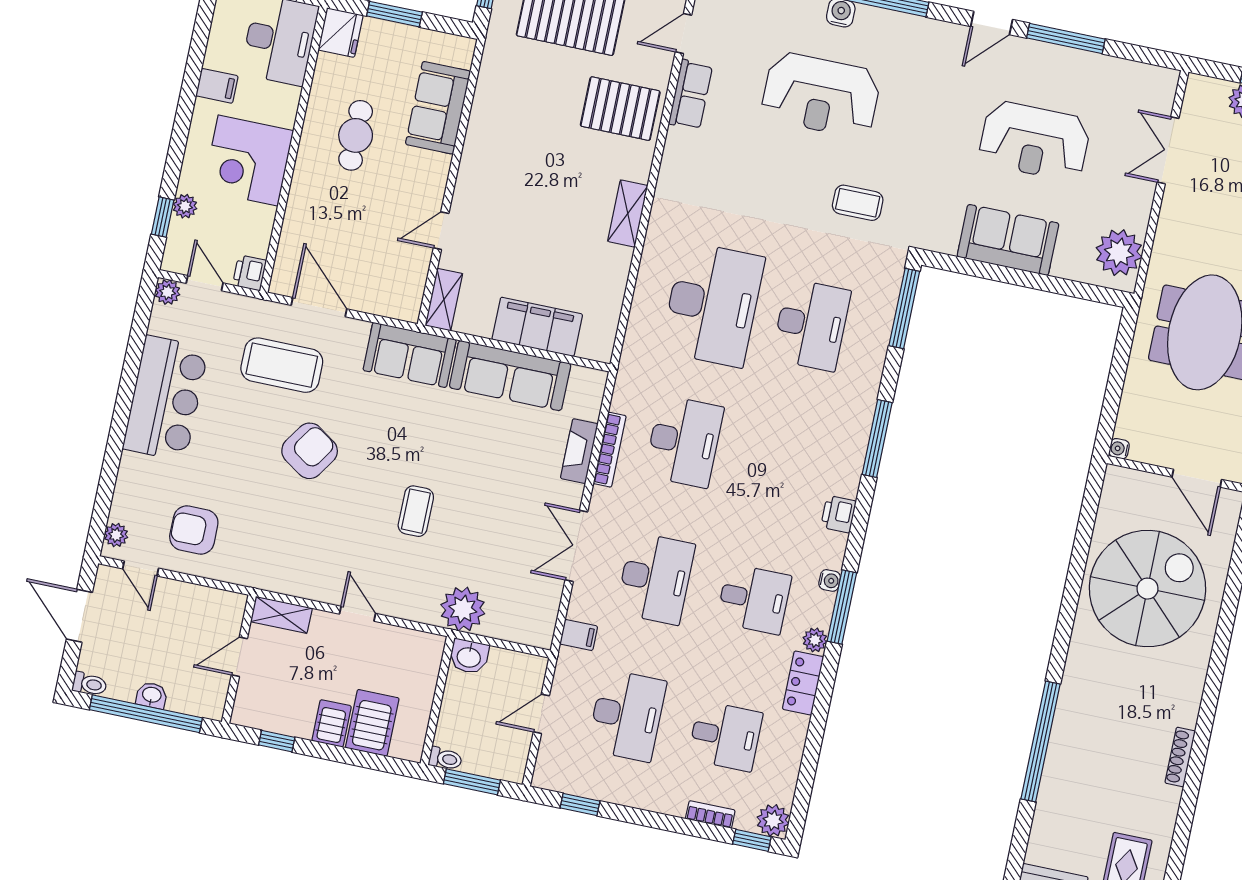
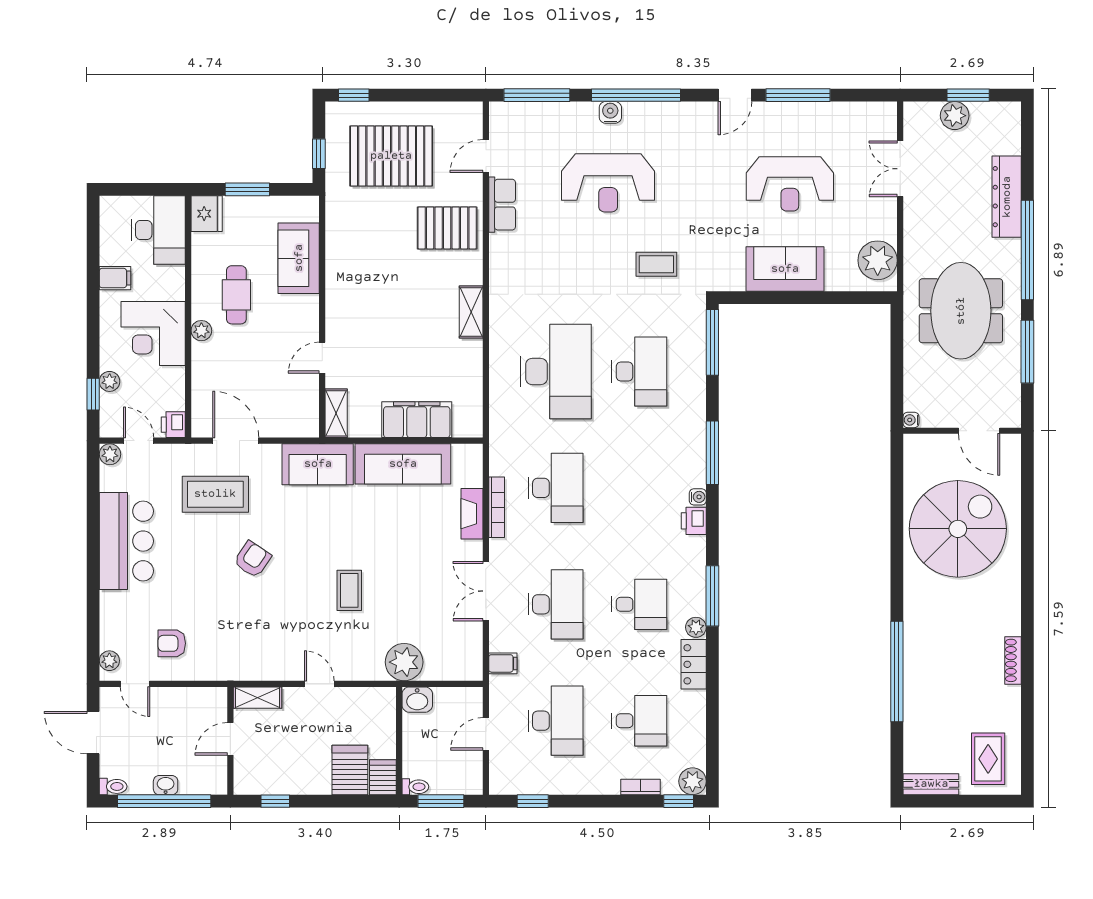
plant: (306, 169) -> (201, 331), added
armchair: (310, 451) -> (253, 559), width x0.72, depth x0.72
armchair: (194, 530) -> (172, 643), width x0.72, depth x0.72
water cooler: (830, 580) -> (698, 497), moved
server rack: (332, 723) -> (383, 777), moved

